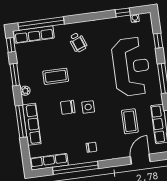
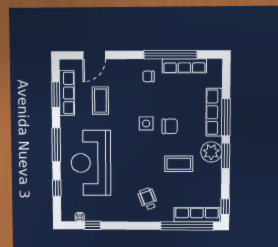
window: (15, 75) -> (226, 156), moved
plant: (25, 91) -> (211, 152), width x1.88, depth x1.88
row of seats: (49, 162) -> (184, 66), moved

